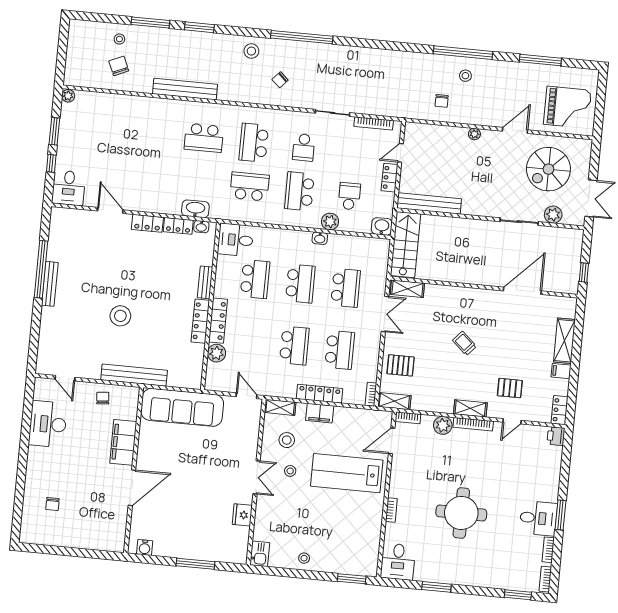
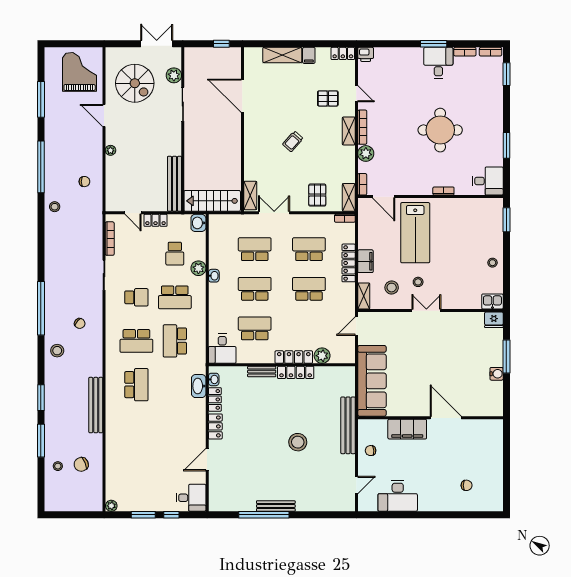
stool: (465, 76) -> (55, 207), moved
school desk: (349, 196) -> (175, 254), turned -90
pallet: (510, 388) -> (328, 98), turned 90
fridge: (242, 515) -> (494, 320), moved
water cooler: (145, 547) -> (497, 374), moved

